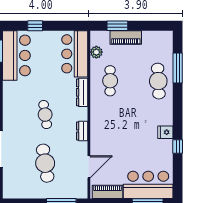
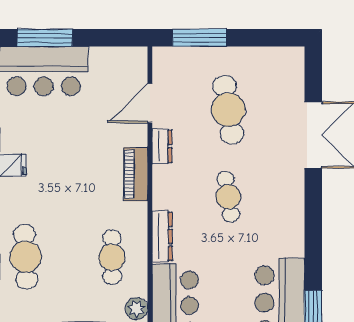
dresser: (82, 131) -> (162, 146), moved
piano: (107, 192) -> (136, 174), moved, turned 90

